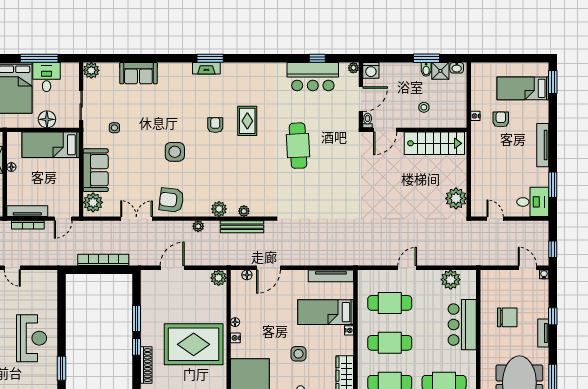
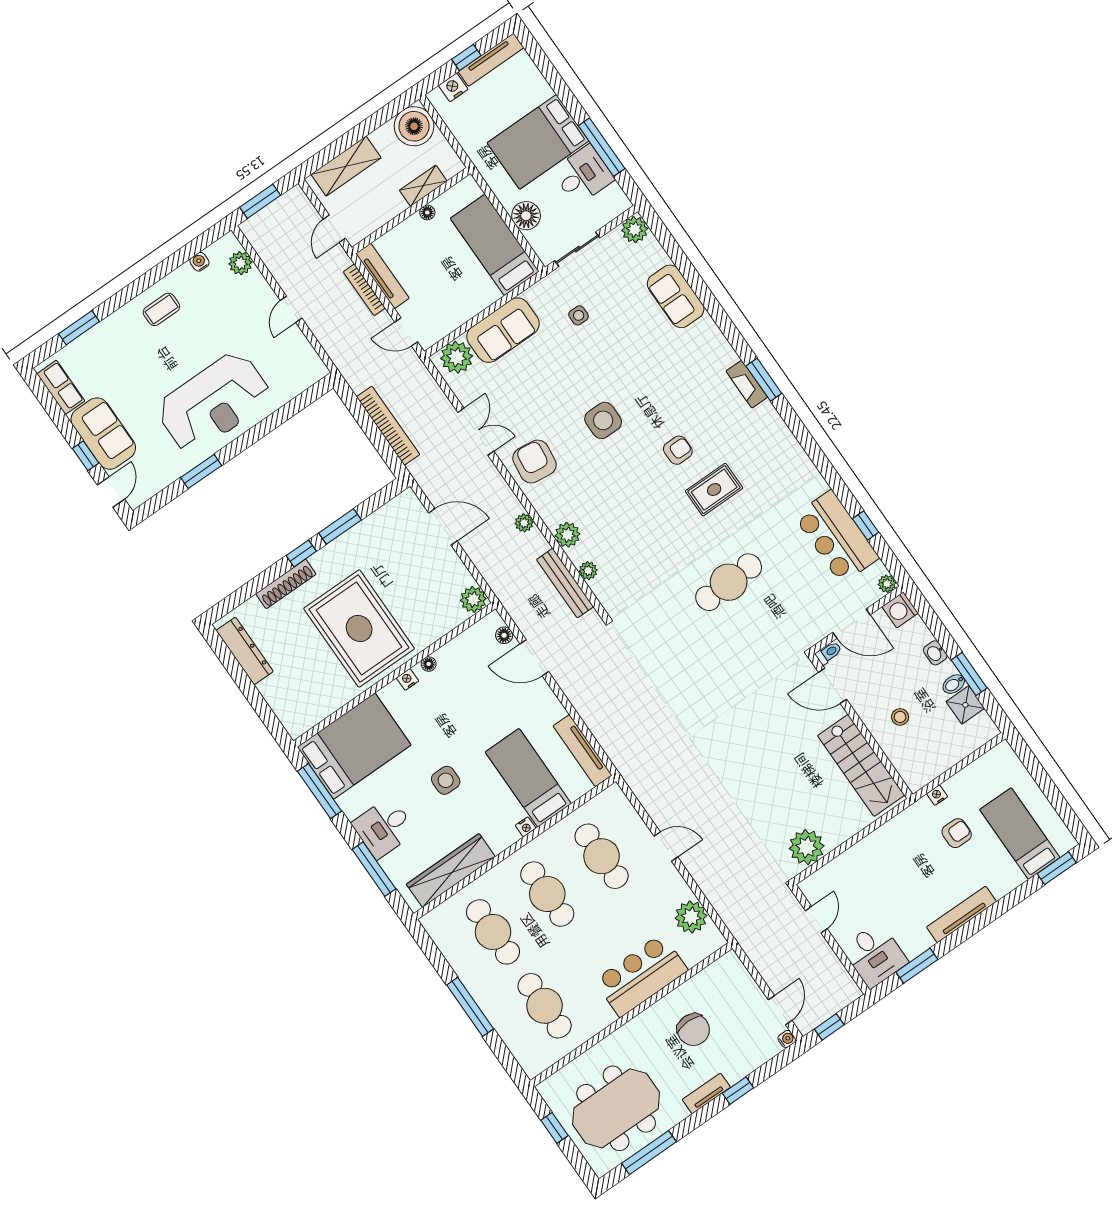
washbasin: (457, 68) -> (935, 653), moved
reception desk: (32, 338) -> (214, 402), width x1.36, depth x1.30

